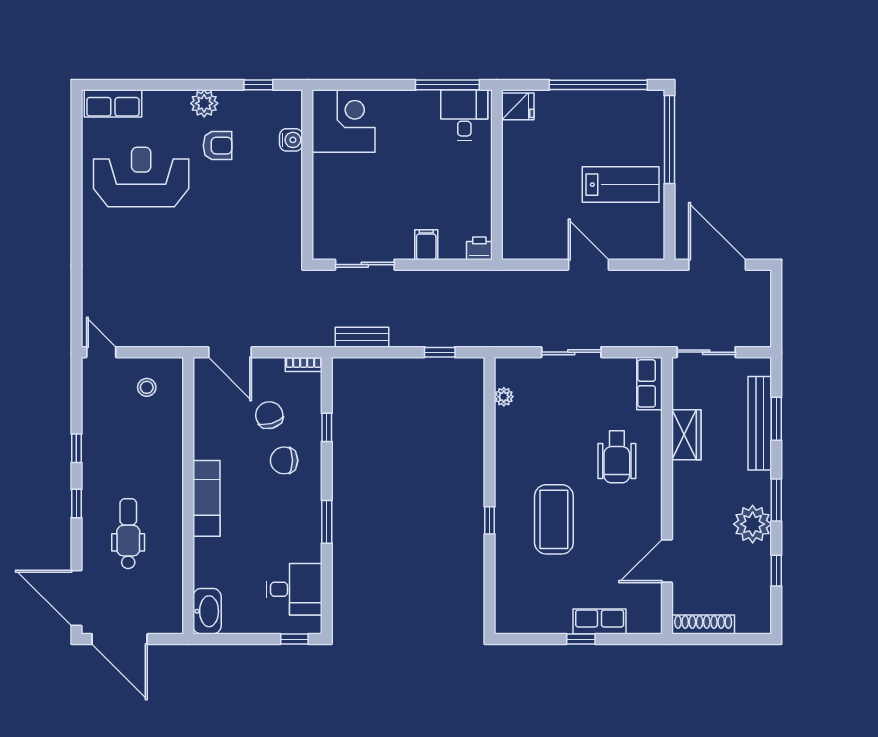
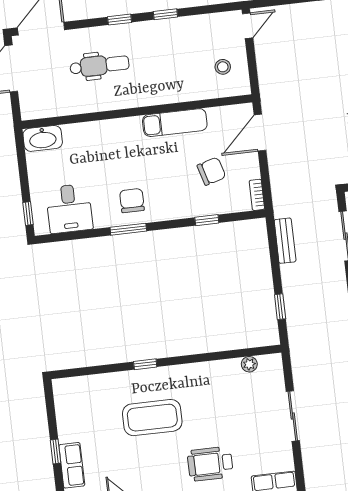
chair: (284, 460) -> (132, 201), moved
exam couch: (206, 498) -> (175, 123), moved

